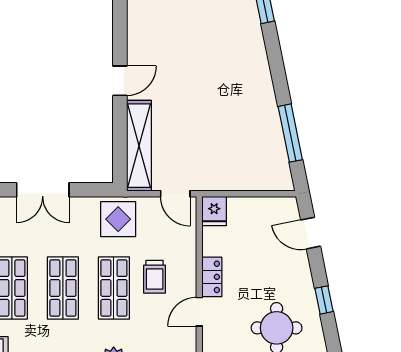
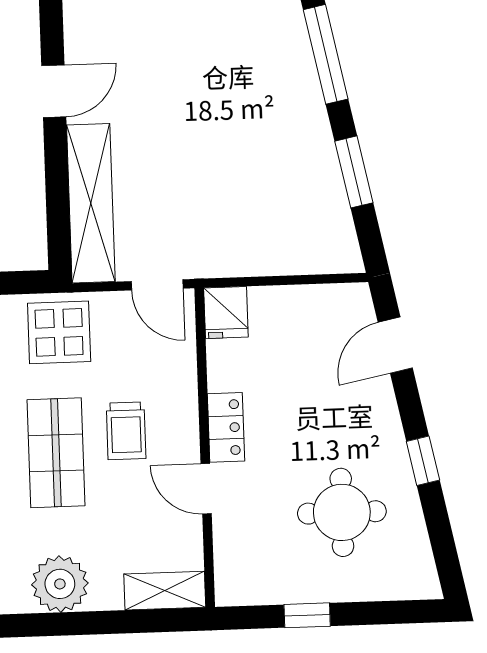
window: (276, 65) -> (326, 54), added
window: (290, 133) -> (354, 172), width x0.69
door: (311, 233) -> (395, 345), hinge flipped
door: (199, 312) -> (206, 489), hinge flipped

